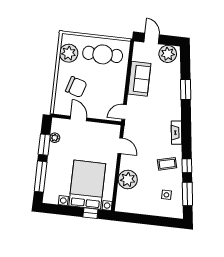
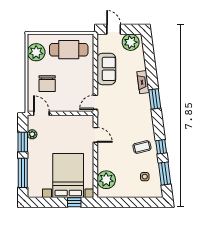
chair: (76, 87) -> (47, 84), turned 73
window: (186, 90) -> (155, 99), moved
door: (79, 119) -> (41, 113), moved
fireplace: (176, 133) -> (143, 82), moved
plant: (128, 180) -> (106, 180), moved

